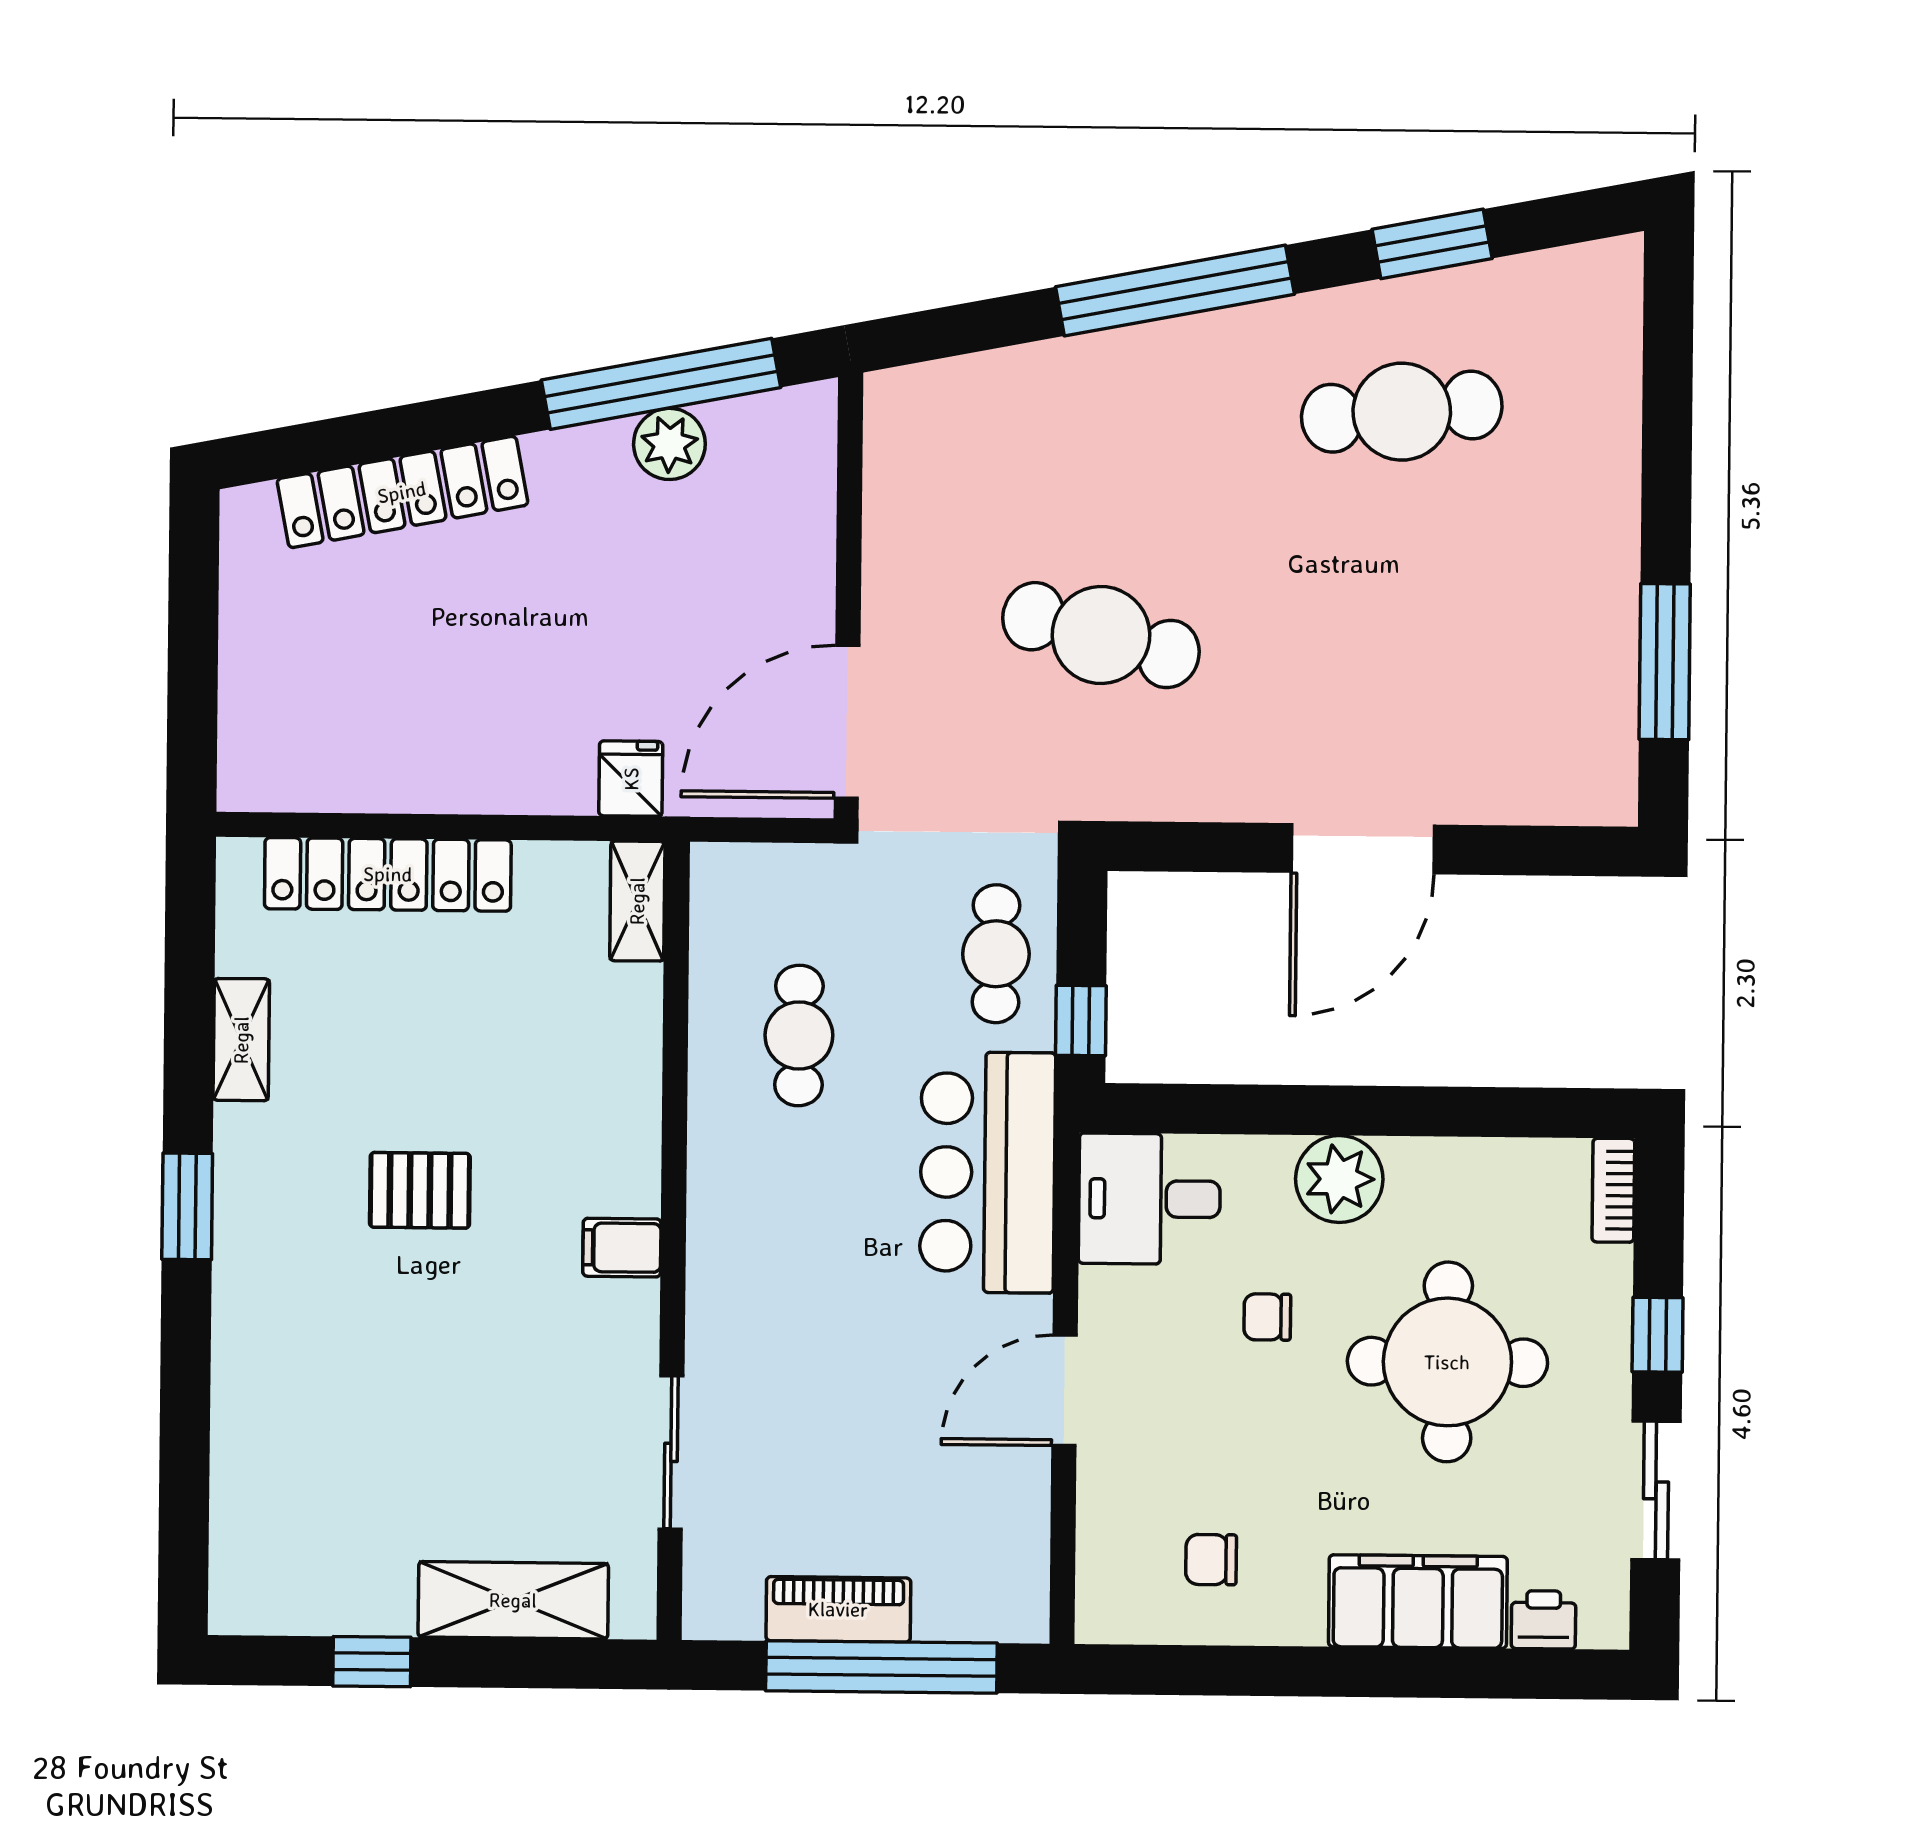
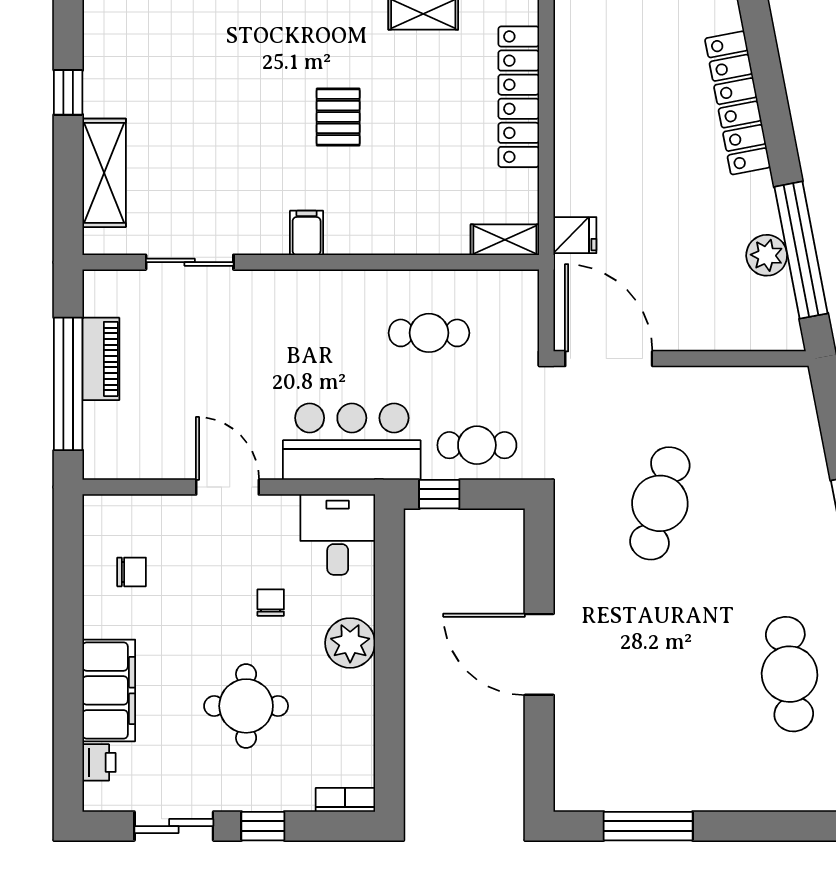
round table: (1447, 1362) -> (246, 706), width x0.73, depth x0.73
chair: (1211, 1560) -> (132, 572), turned 90

